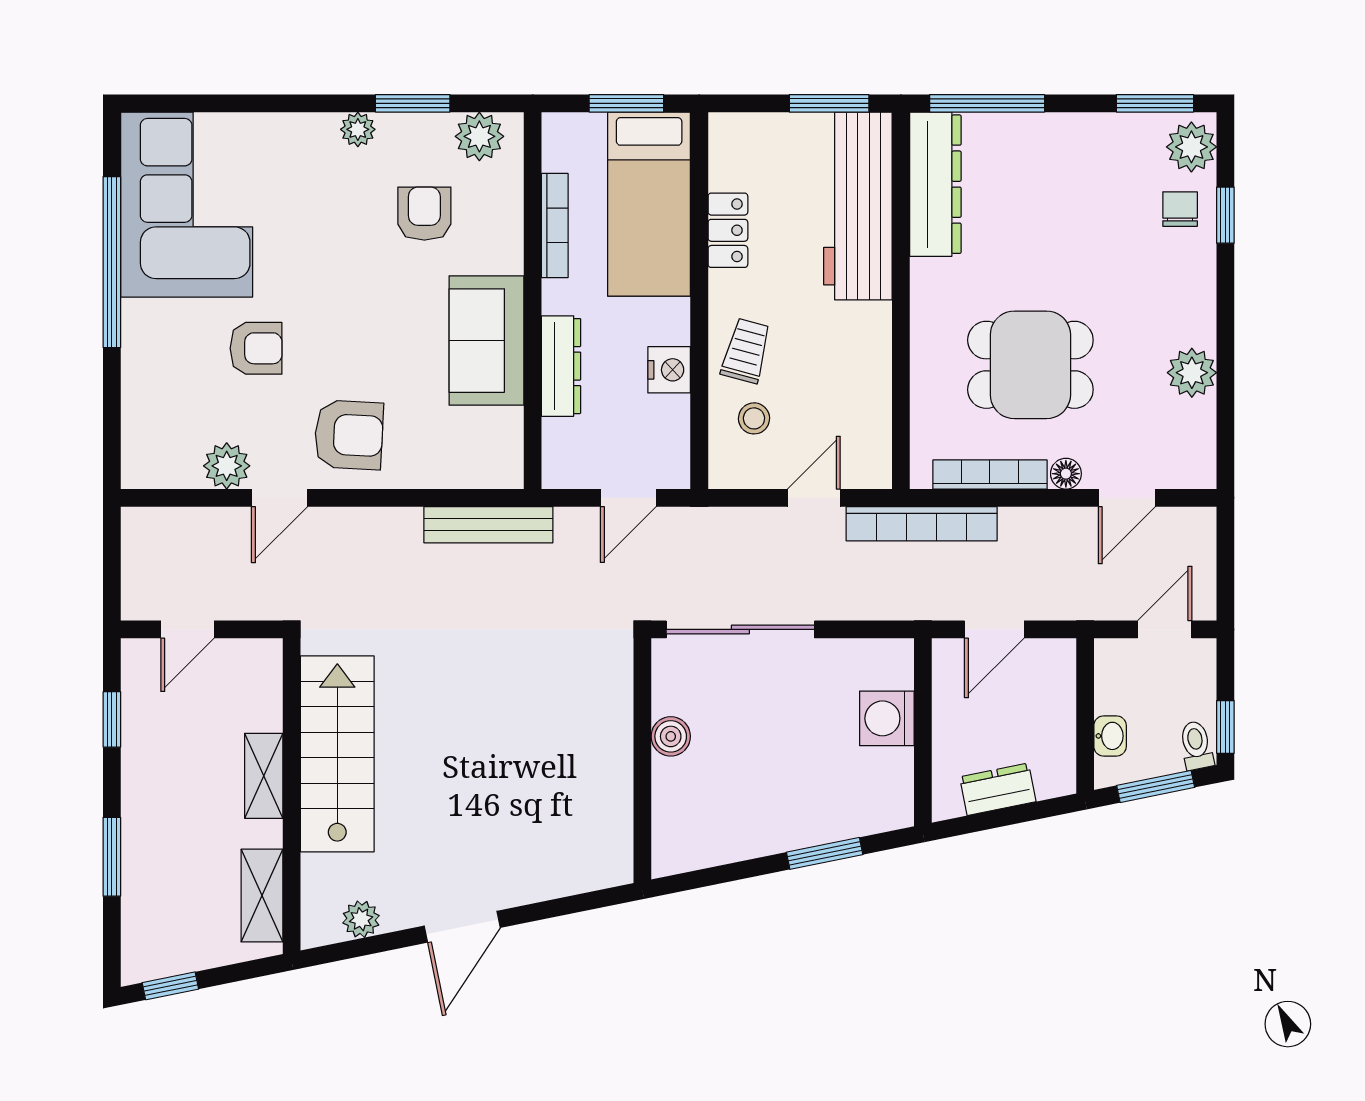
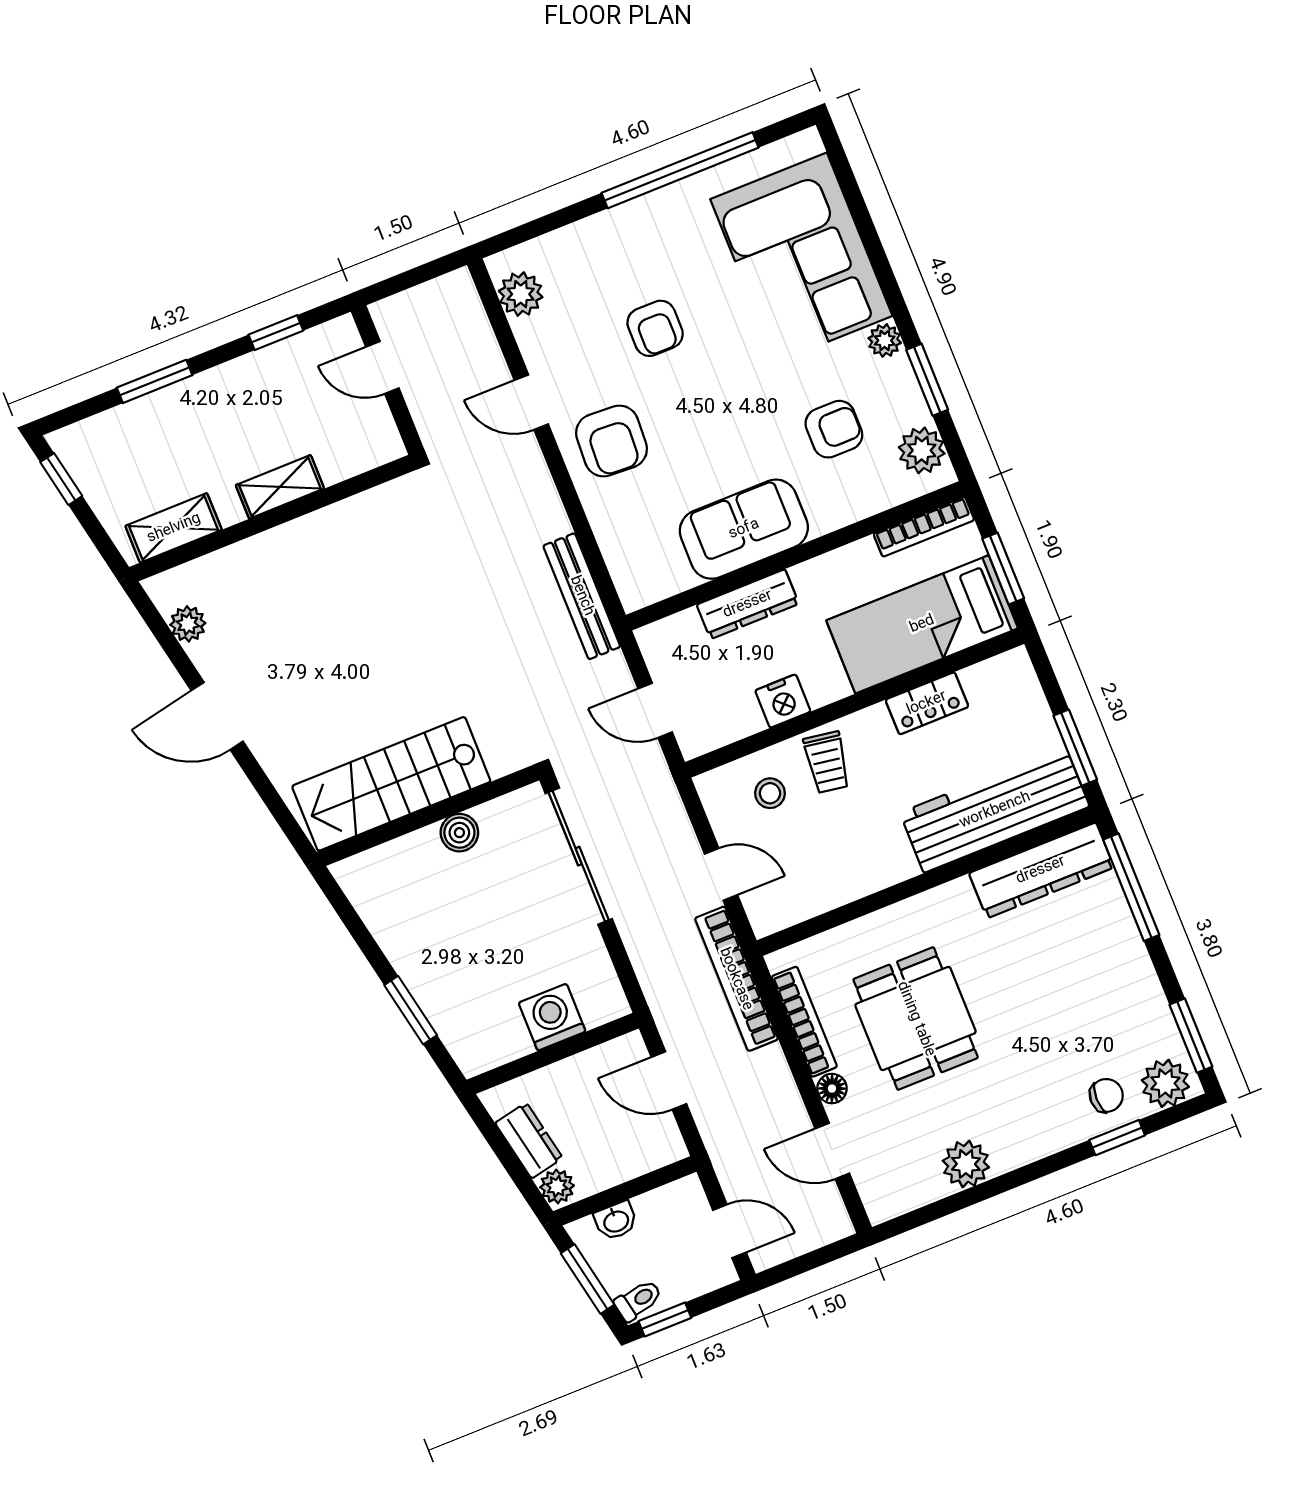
corner sofa: (187, 205) -> (801, 258), moved, turned 90
bookcase: (555, 226) -> (924, 527), moved
trolley: (746, 351) -> (827, 762), turned 84
plant: (227, 466) -> (521, 294), moved
stairs: (337, 754) -> (391, 784), moved, turned 180
plant: (1054, 780) -> (557, 1186), added

